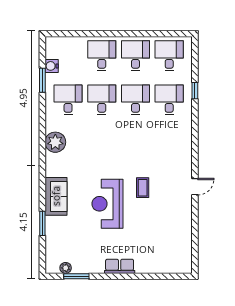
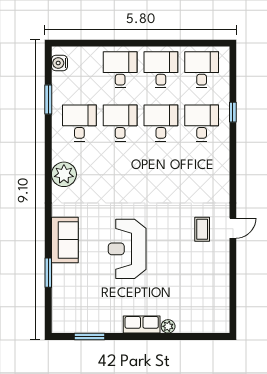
water cooler: (52, 66) -> (59, 63), moved
coffee table: (143, 188) -> (202, 229), moved
plant: (66, 268) -> (168, 326), moved

